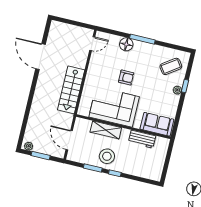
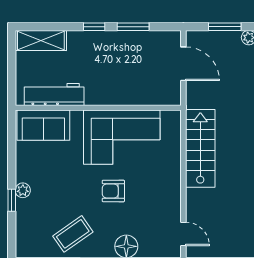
door: (92, 44) -> (183, 234), swing flipped
coffee table: (171, 66) -> (73, 234), moved
shelving: (106, 130) -> (41, 41), moved
workbench: (142, 139) -> (54, 94), width x1.37
stool: (107, 156) -> (114, 52), removed

